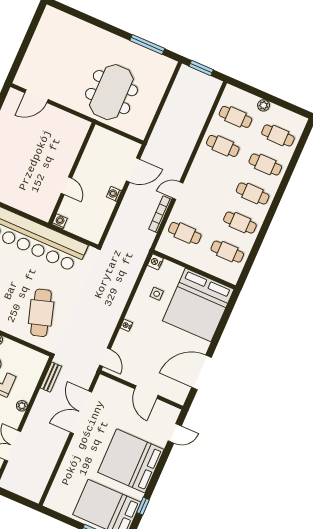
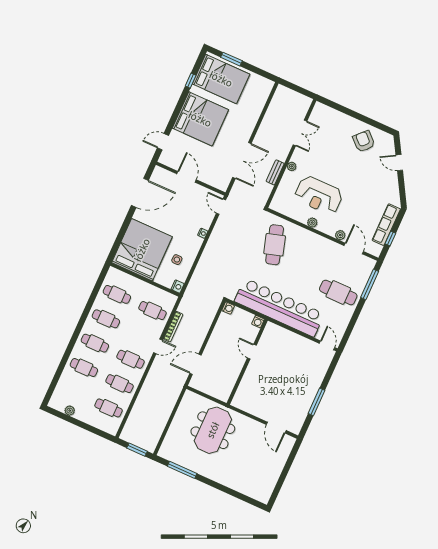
door: (36, 96) -> (276, 428), swing flipped
plant: (264, 105) -> (70, 411), moved
cafe table: (278, 135) -> (131, 359), moved
washing machine: (114, 194) -> (228, 308), moved
bench: (51, 377) -> (275, 172), moved

